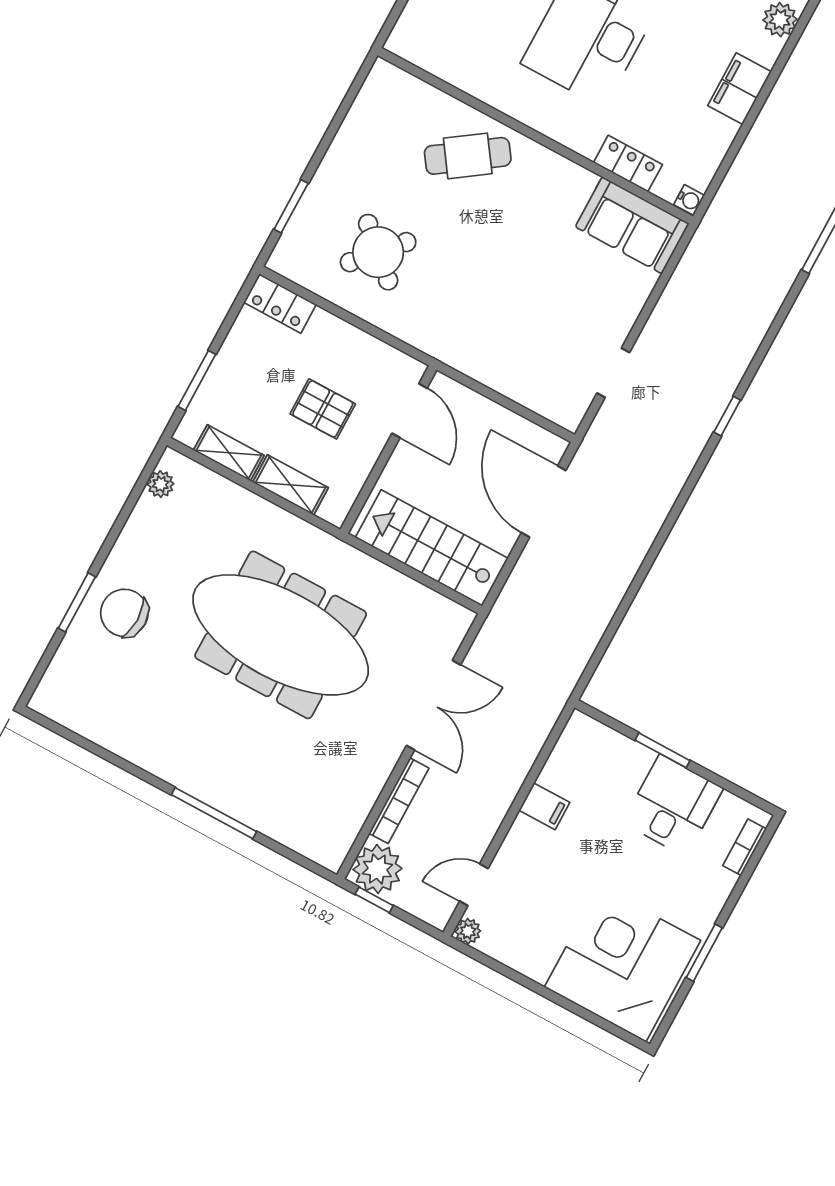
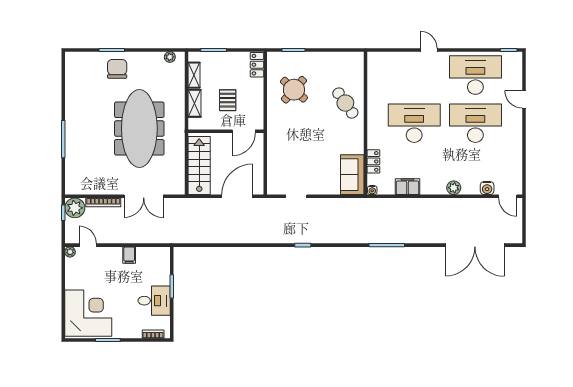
filing cabinet: (739, 89) -> (408, 187), moved

